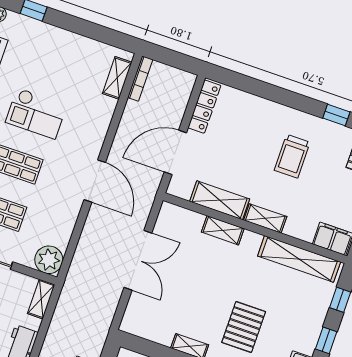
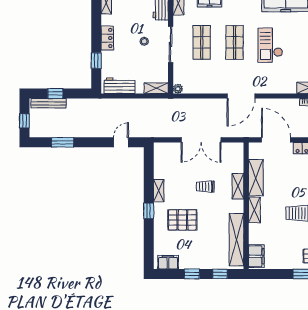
plant: (49, 260) -> (178, 89), width x0.53, depth x0.53
trolley: (207, 277) -> (205, 187), added

